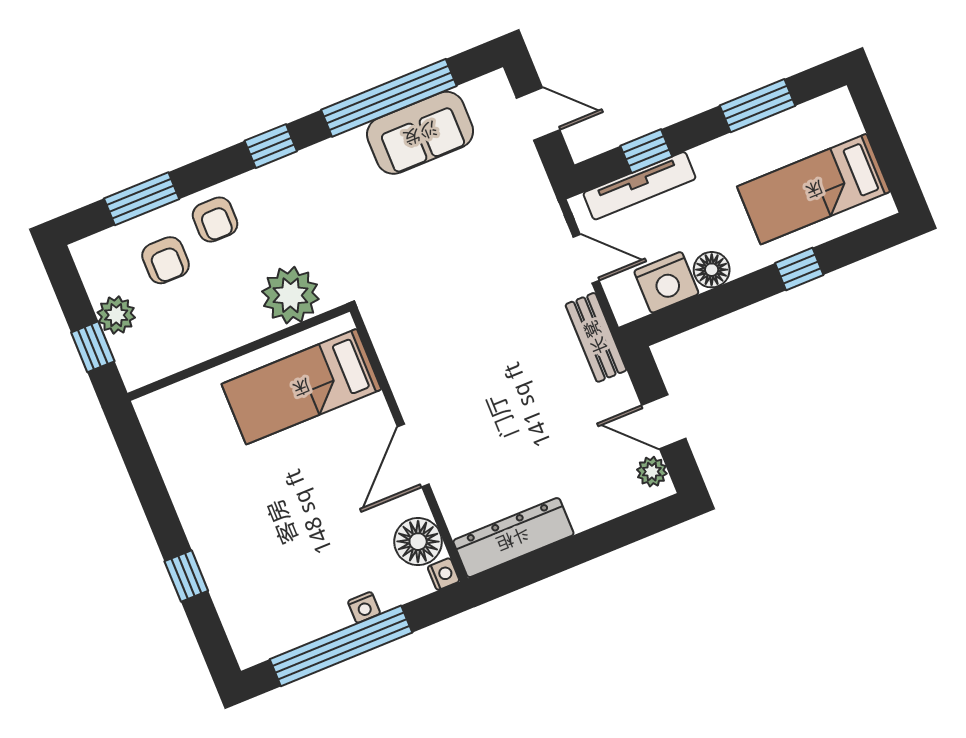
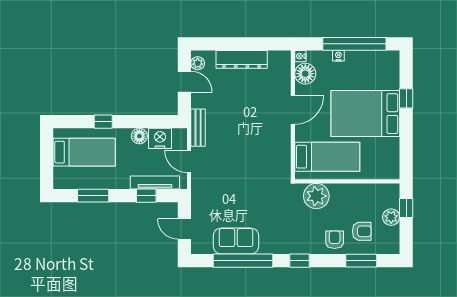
armchair: (166, 260) -> (362, 231), turned 90
bed: (259, 509) -> (365, 114), added
dresser: (513, 538) -> (242, 59), moved

